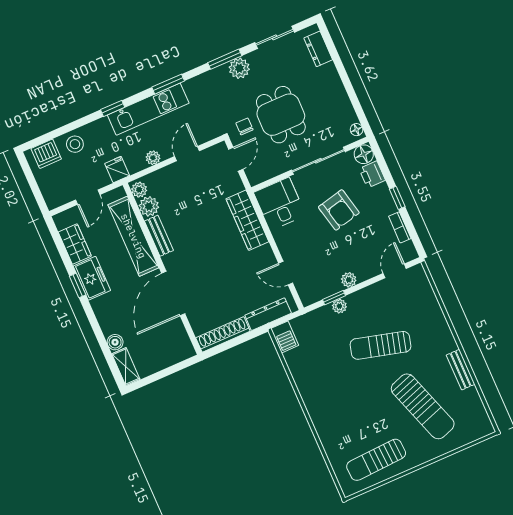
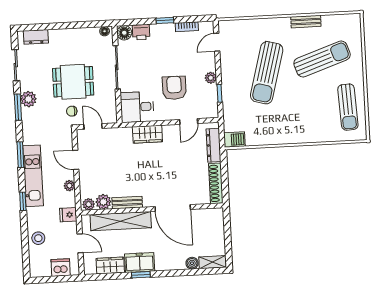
dishwasher: (46, 154) -> (61, 268), moved, turned -90
armchair: (339, 210) -> (174, 88), moved, turned -77
wardrobe: (247, 220) -> (147, 134), width x0.67
door: (395, 271) -> (217, 42), hinge flipped
plant: (339, 306) -> (227, 92), removed
sun lounger: (381, 345) -> (267, 73), width x1.36, depth x1.34

